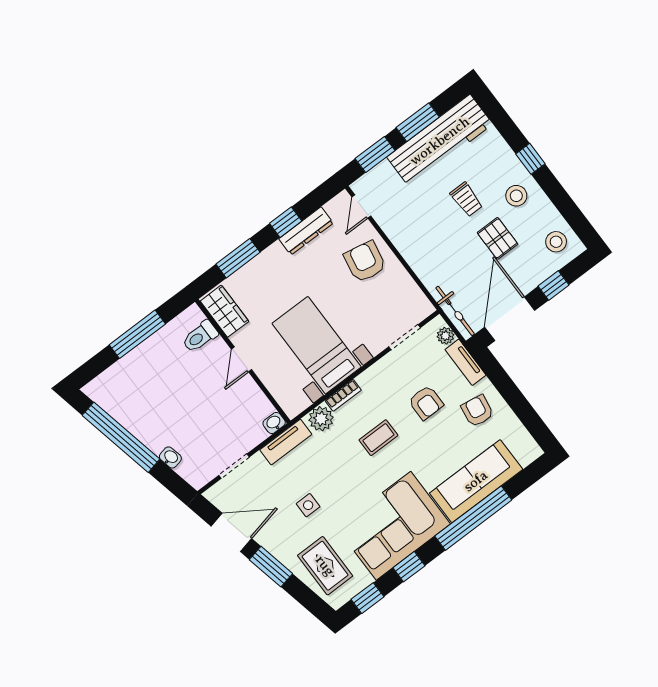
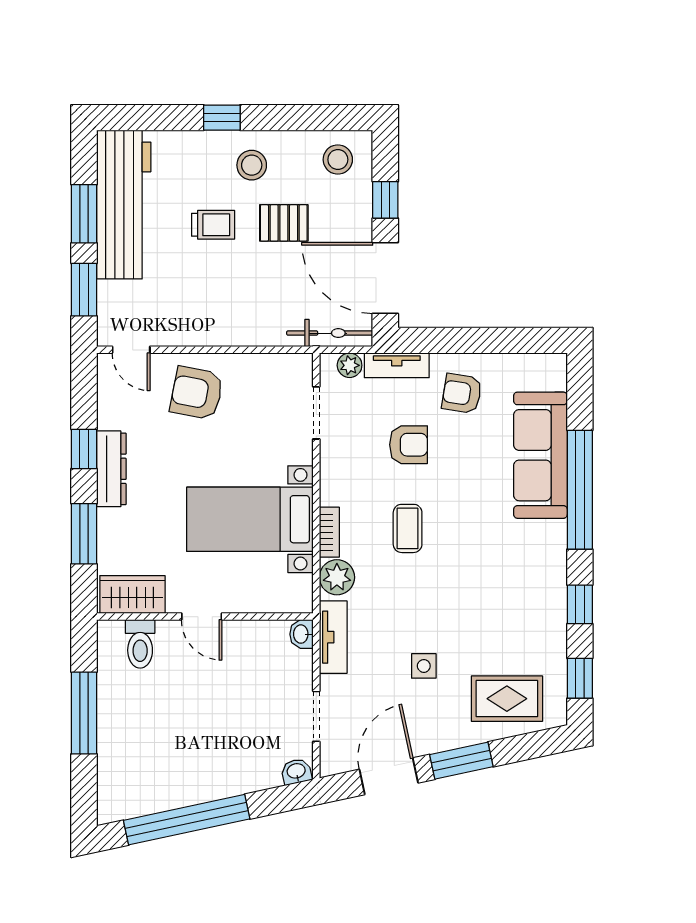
dresser: (306, 231) -> (111, 469), moved
washbasin: (170, 457) -> (296, 772), moved
corner sofa: (393, 526) -> (520, 587), removed

